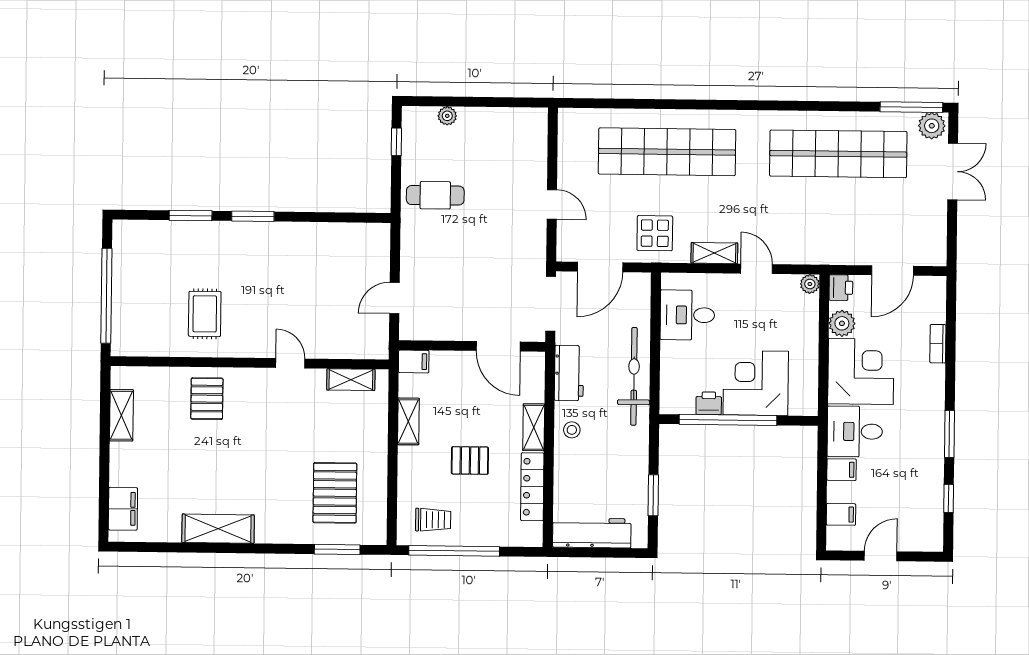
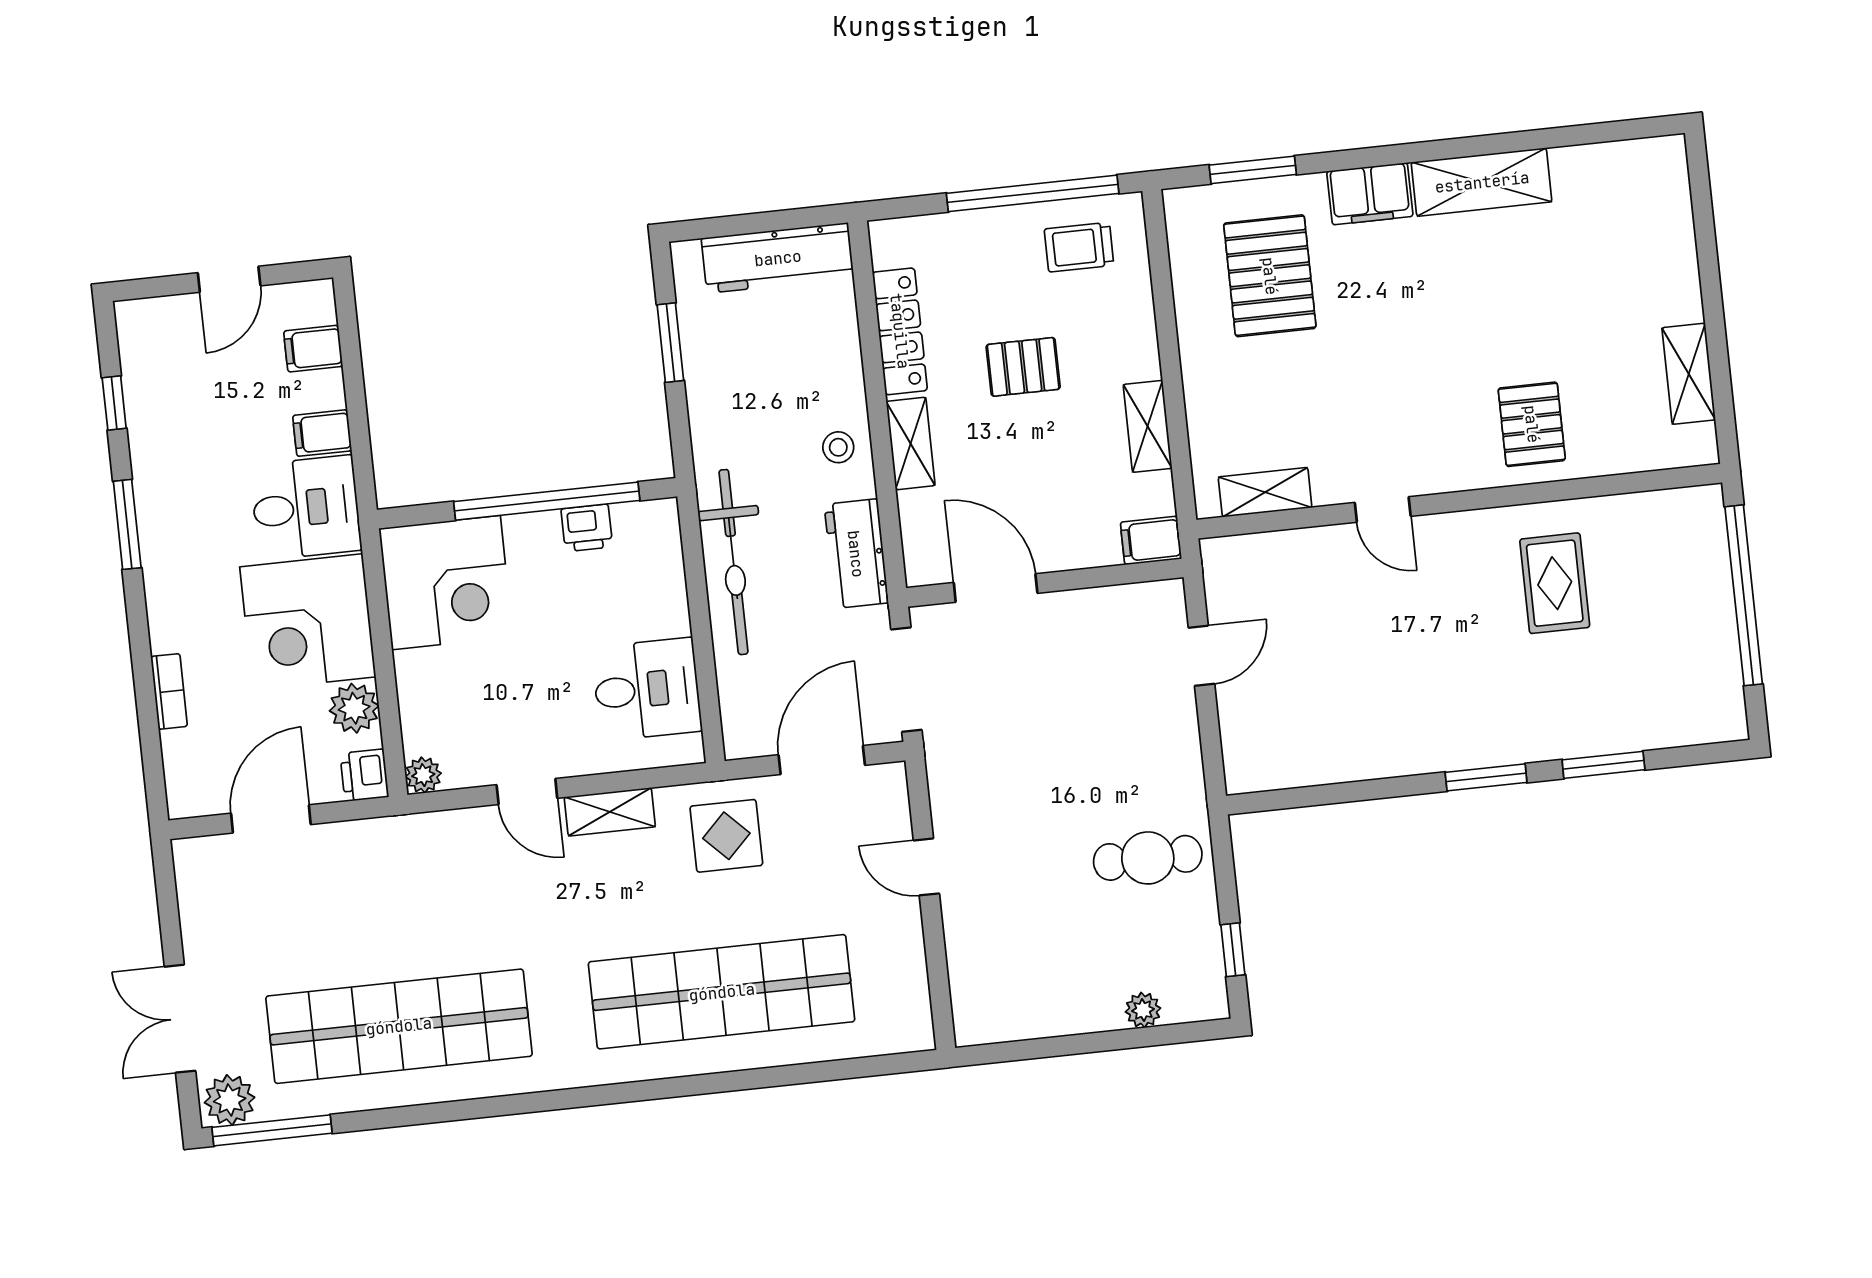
corner desk: (756, 383) -> (446, 583), moved
filing cabinet: (123, 509) -> (1370, 194), moved, turned -90

